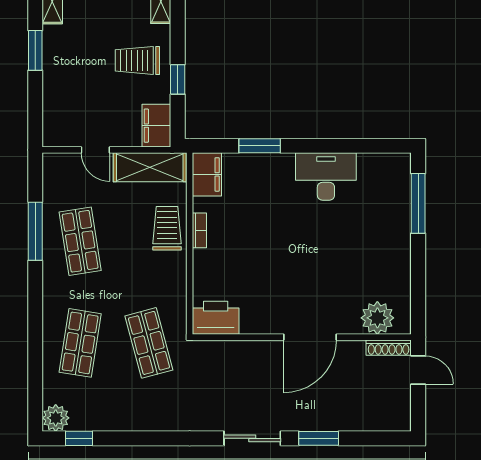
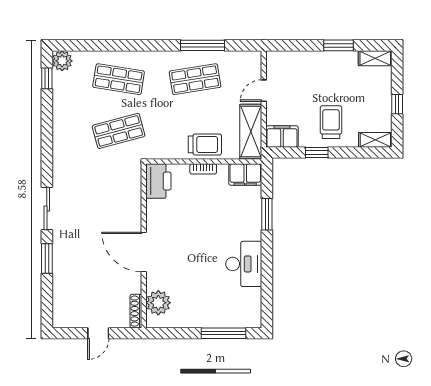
printer: (216, 318) -> (158, 181), moved
plant: (377, 318) -> (158, 303), moved
wall: (302, 337) -> (144, 246), moved
door: (310, 337) -> (144, 252), moved
shoe rack: (389, 348) -> (136, 311), moved

